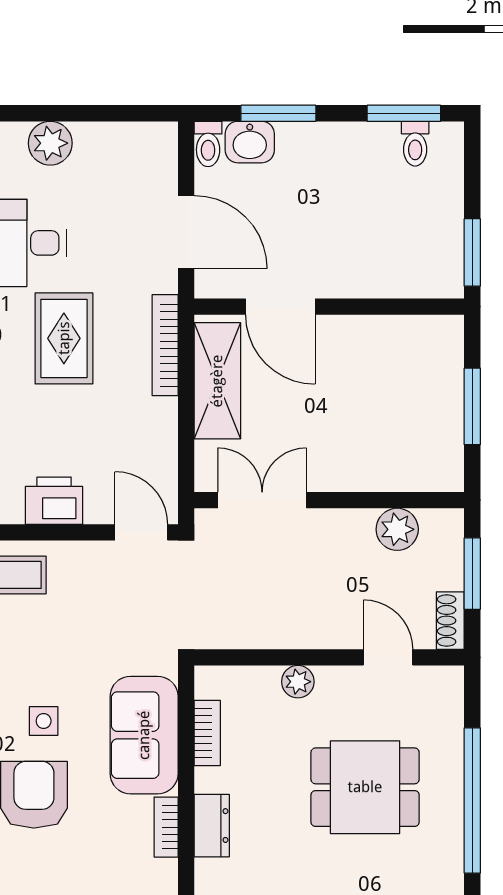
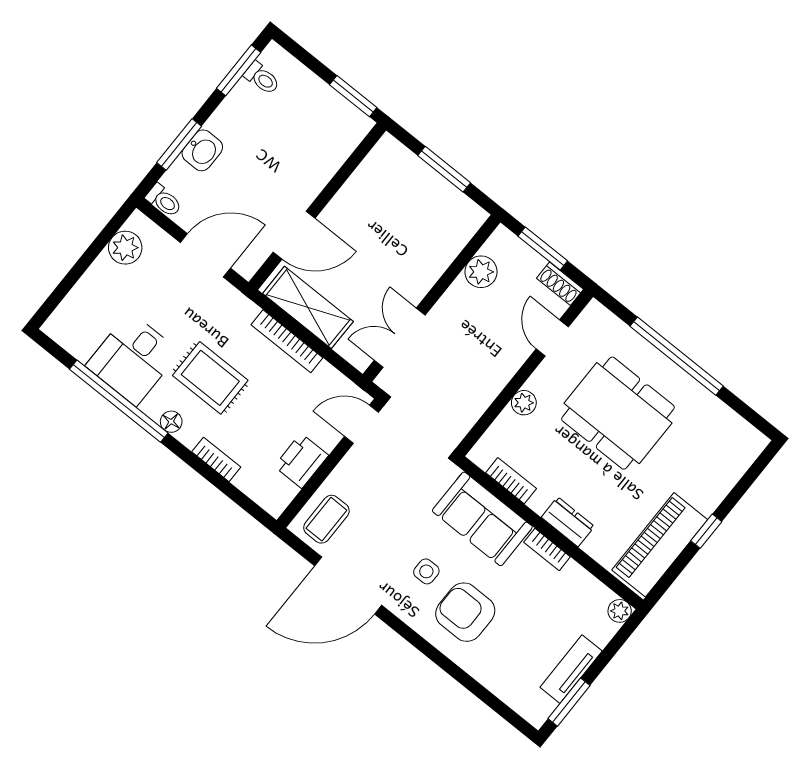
washbasin: (250, 142) -> (202, 150), moved
plant: (50, 143) -> (125, 248), moved
bookcase: (165, 345) -> (287, 341), moved
door: (388, 657) -> (552, 338), hinge flipped
dining table: (365, 787) -> (618, 413), width x1.38

